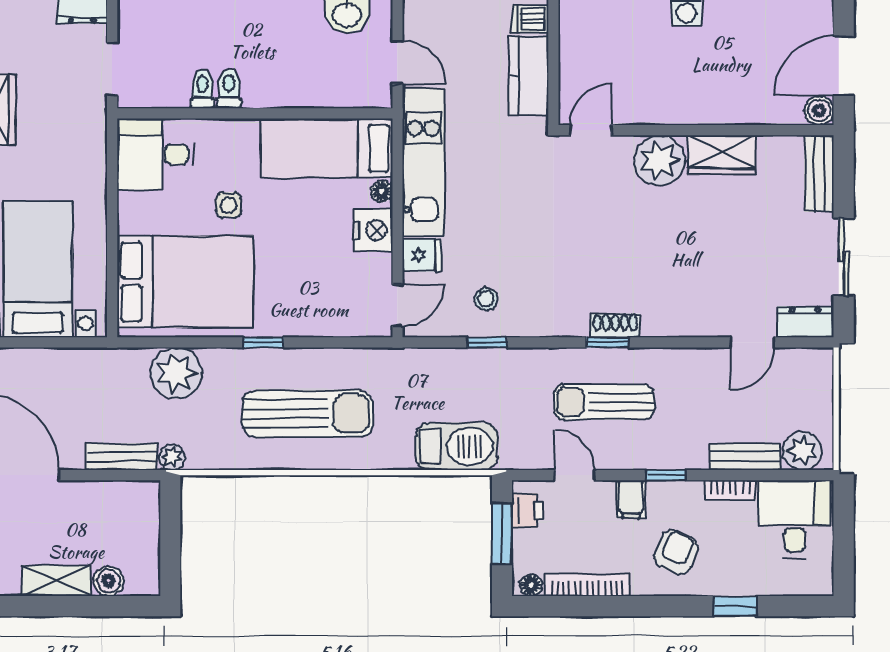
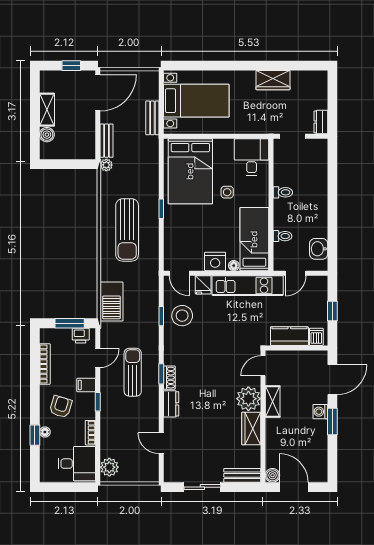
toilet: (202, 89) -> (283, 236), moved
shelving: (665, 110) -> (273, 402), added
door: (591, 130) -> (263, 366), swing flipped
stool: (486, 299) -> (182, 316), width x1.89, depth x1.89
dresser: (805, 322) -> (171, 404), moved
plant: (176, 373) -> (147, 167), removed
bench: (745, 457) -> (152, 118), moved
armchair: (676, 552) -> (61, 407), turned -96
floor lamp: (531, 585) -> (45, 432), moved

